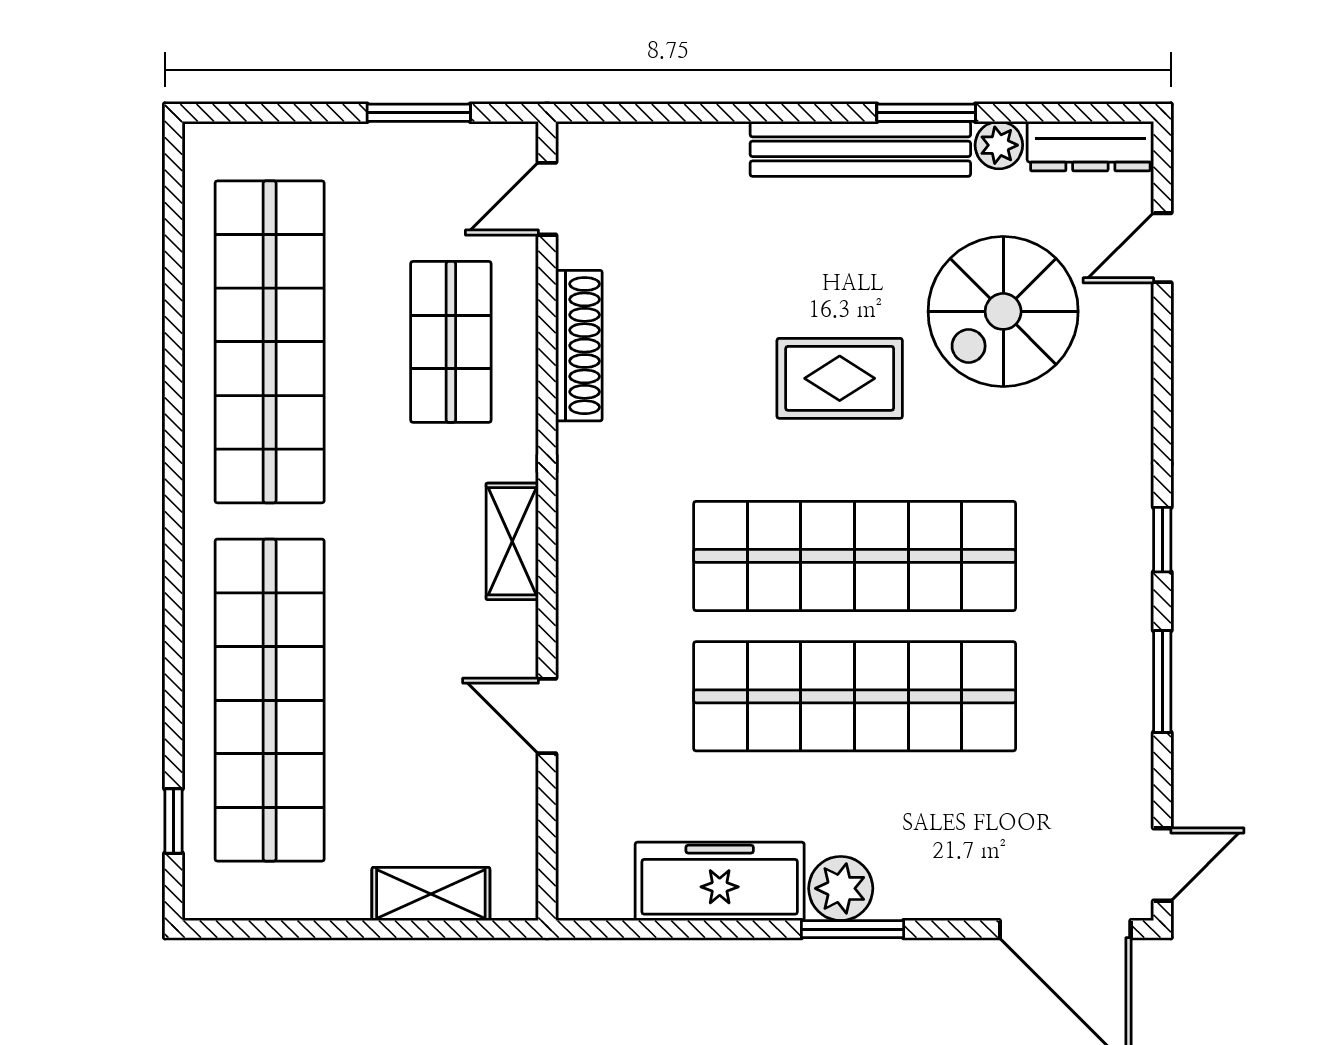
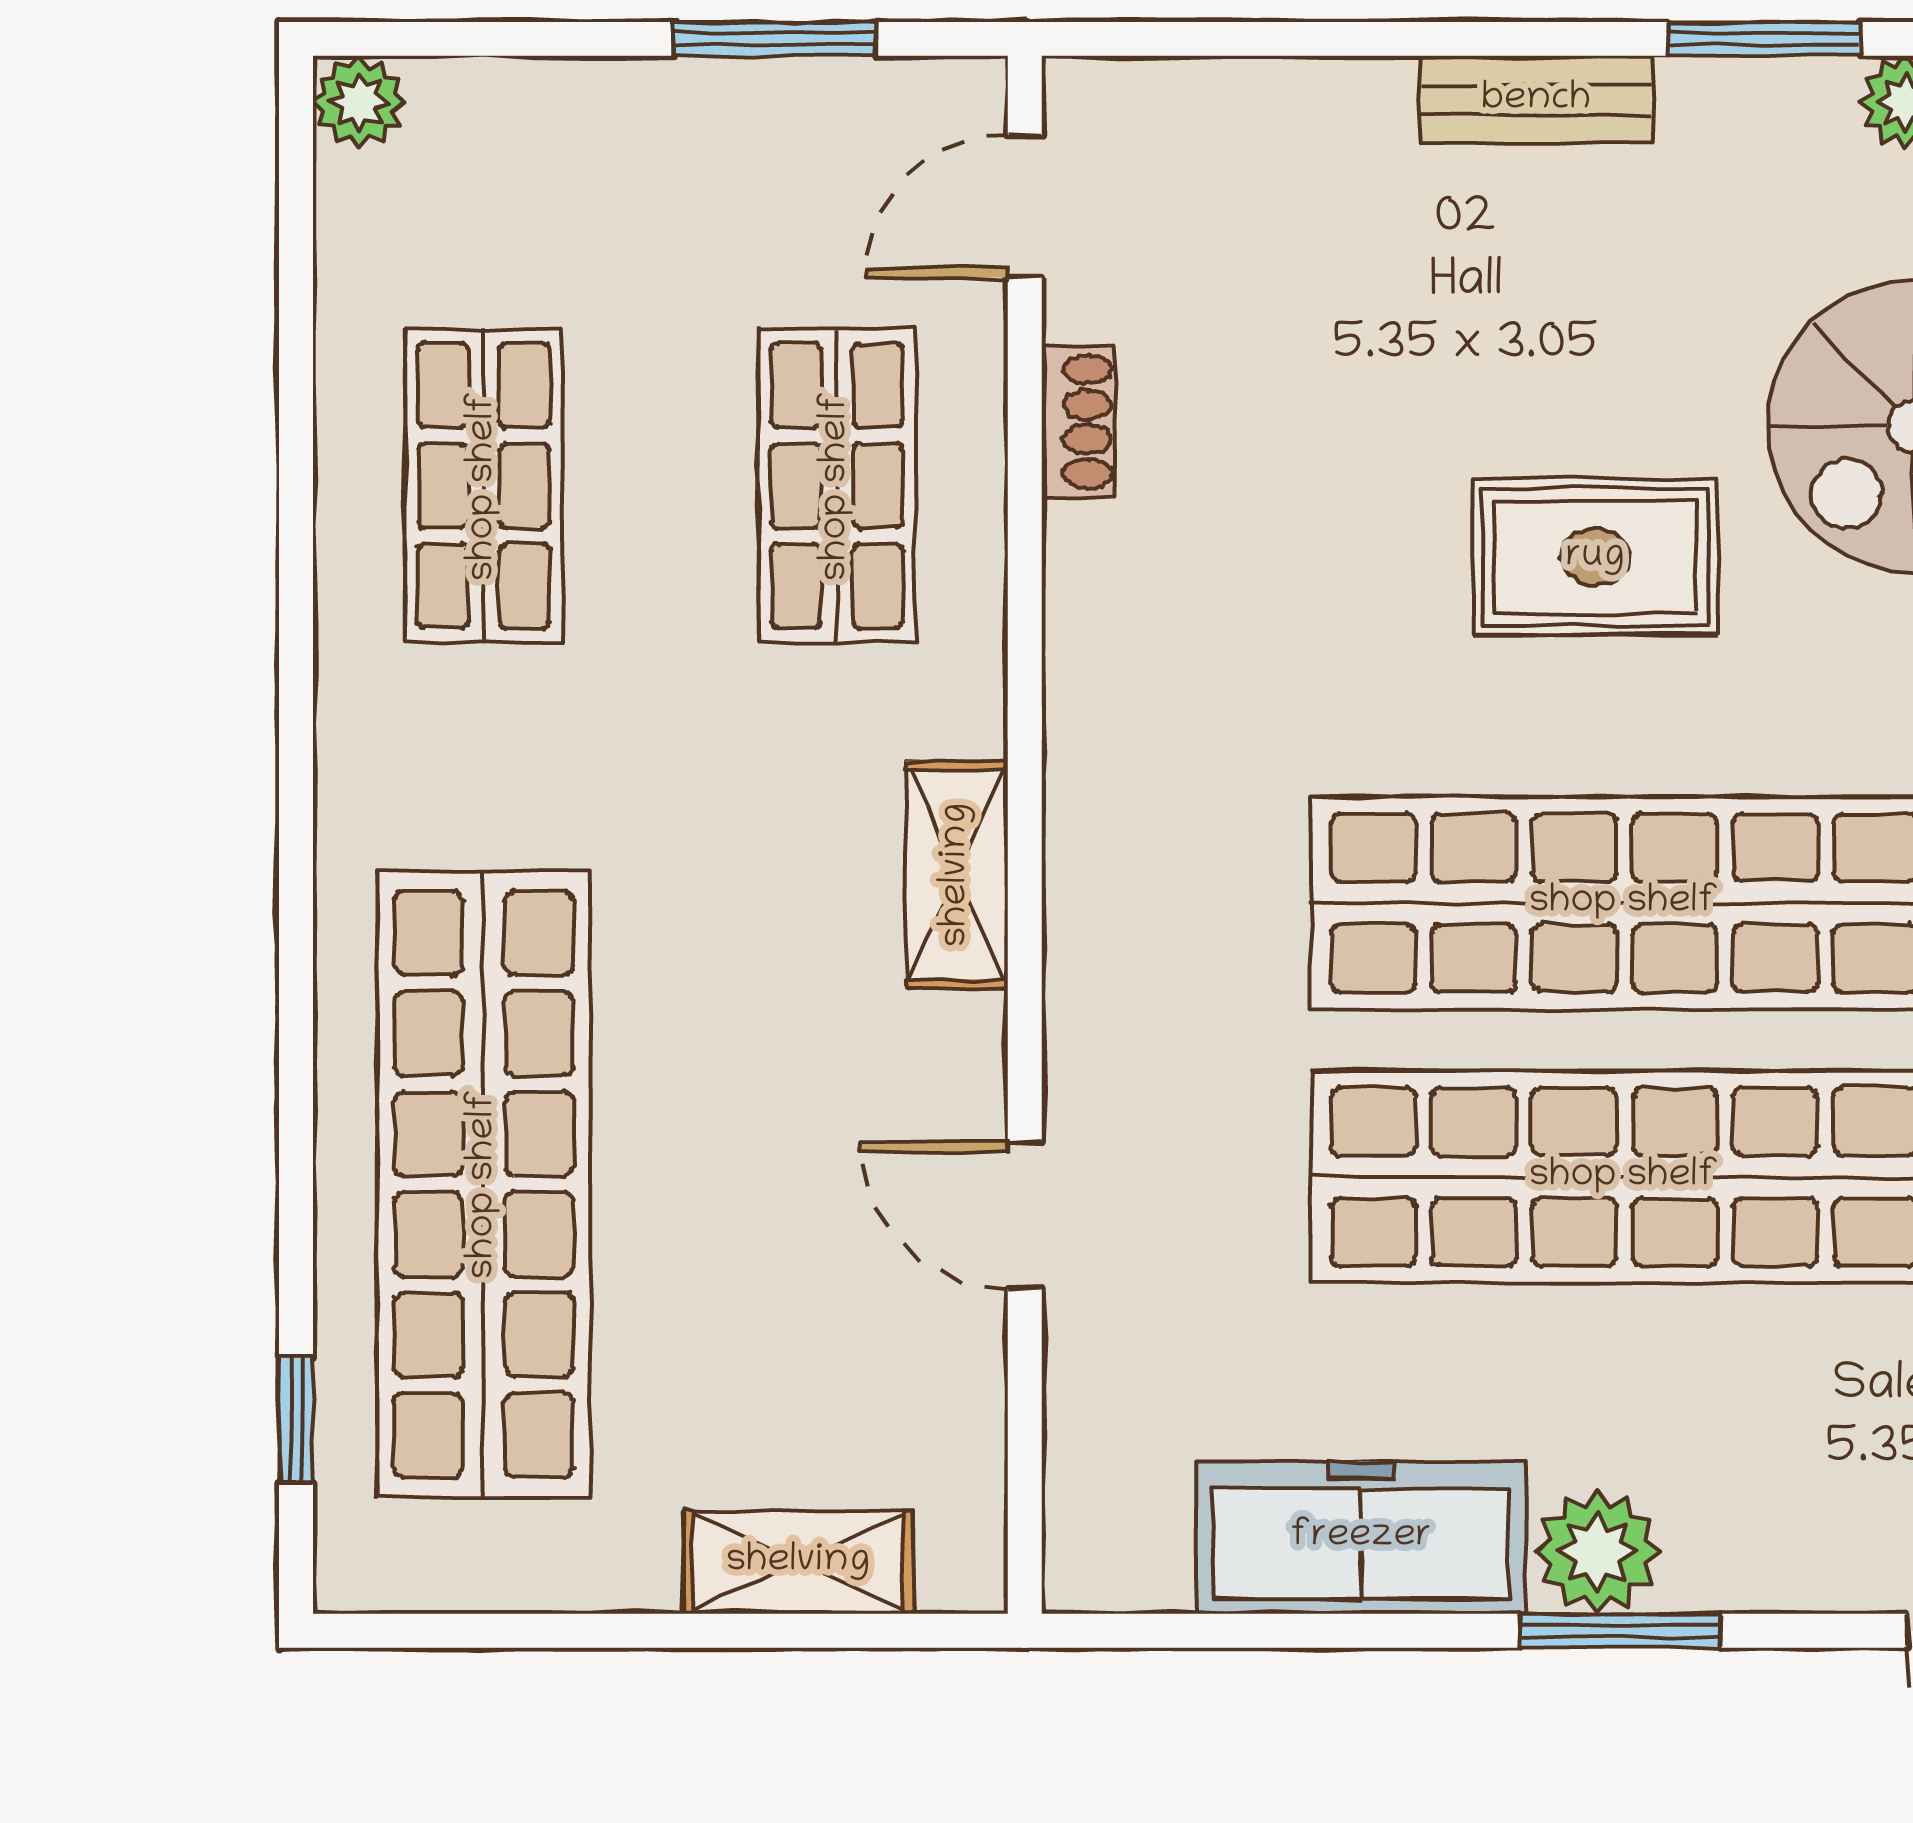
plant: (206, 145) -> (359, 102), added
bench: (860, 149) -> (1536, 100), width x0.54, depth x0.82
shop shelf: (270, 342) -> (484, 486), width x0.50, depth x0.74
shoe rack: (579, 346) -> (1078, 422), width x0.51, depth x0.81

